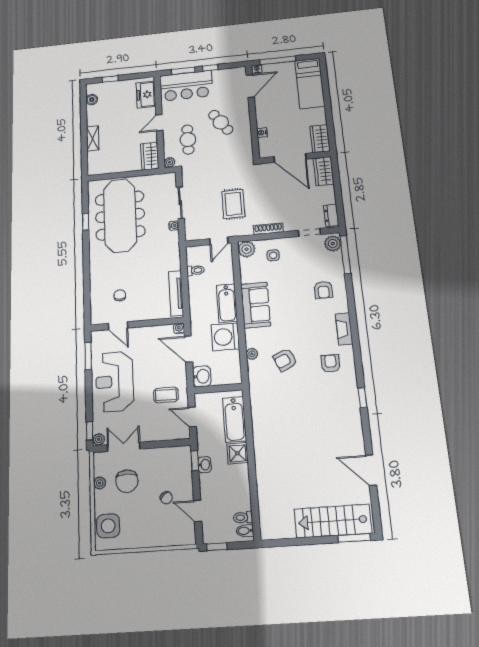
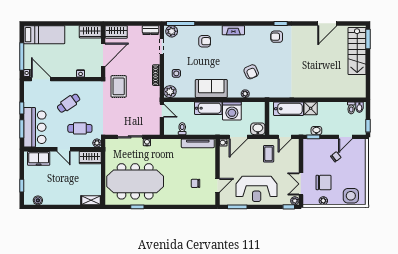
shelving: (93, 138) -> (91, 200), moved
rug: (233, 204) -> (119, 86), moved, turned 90
armchair: (331, 363) -> (277, 37), moved

